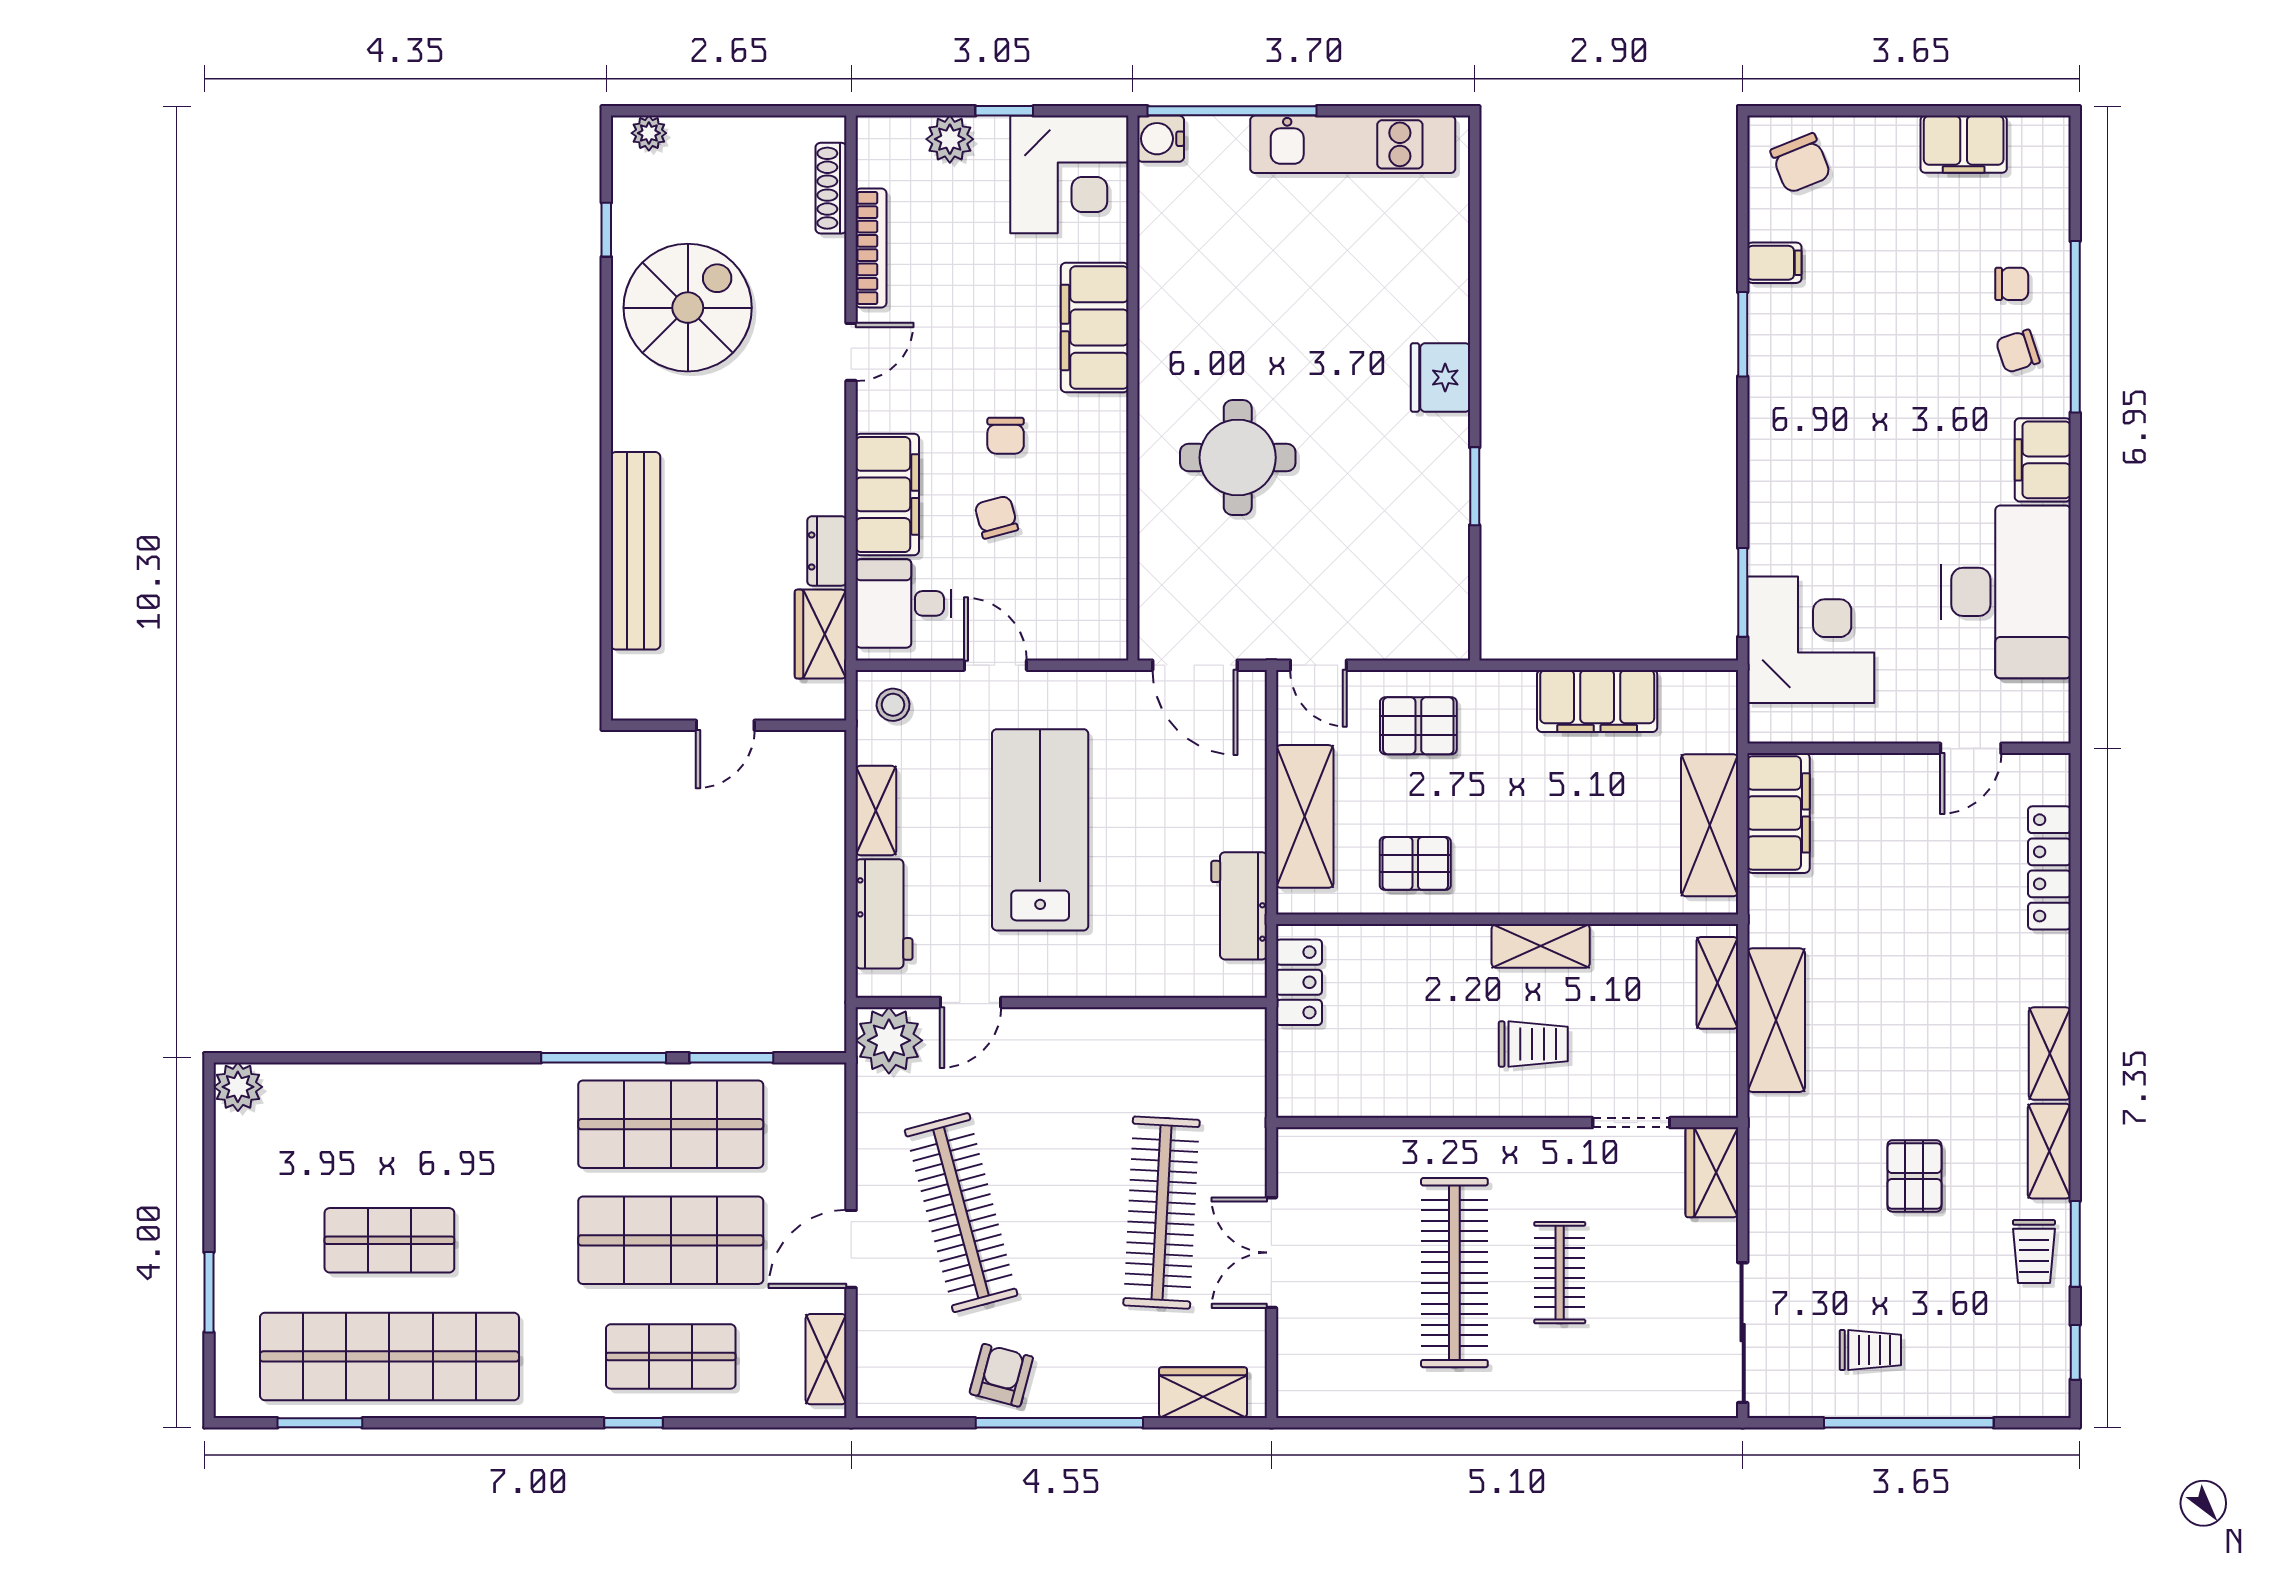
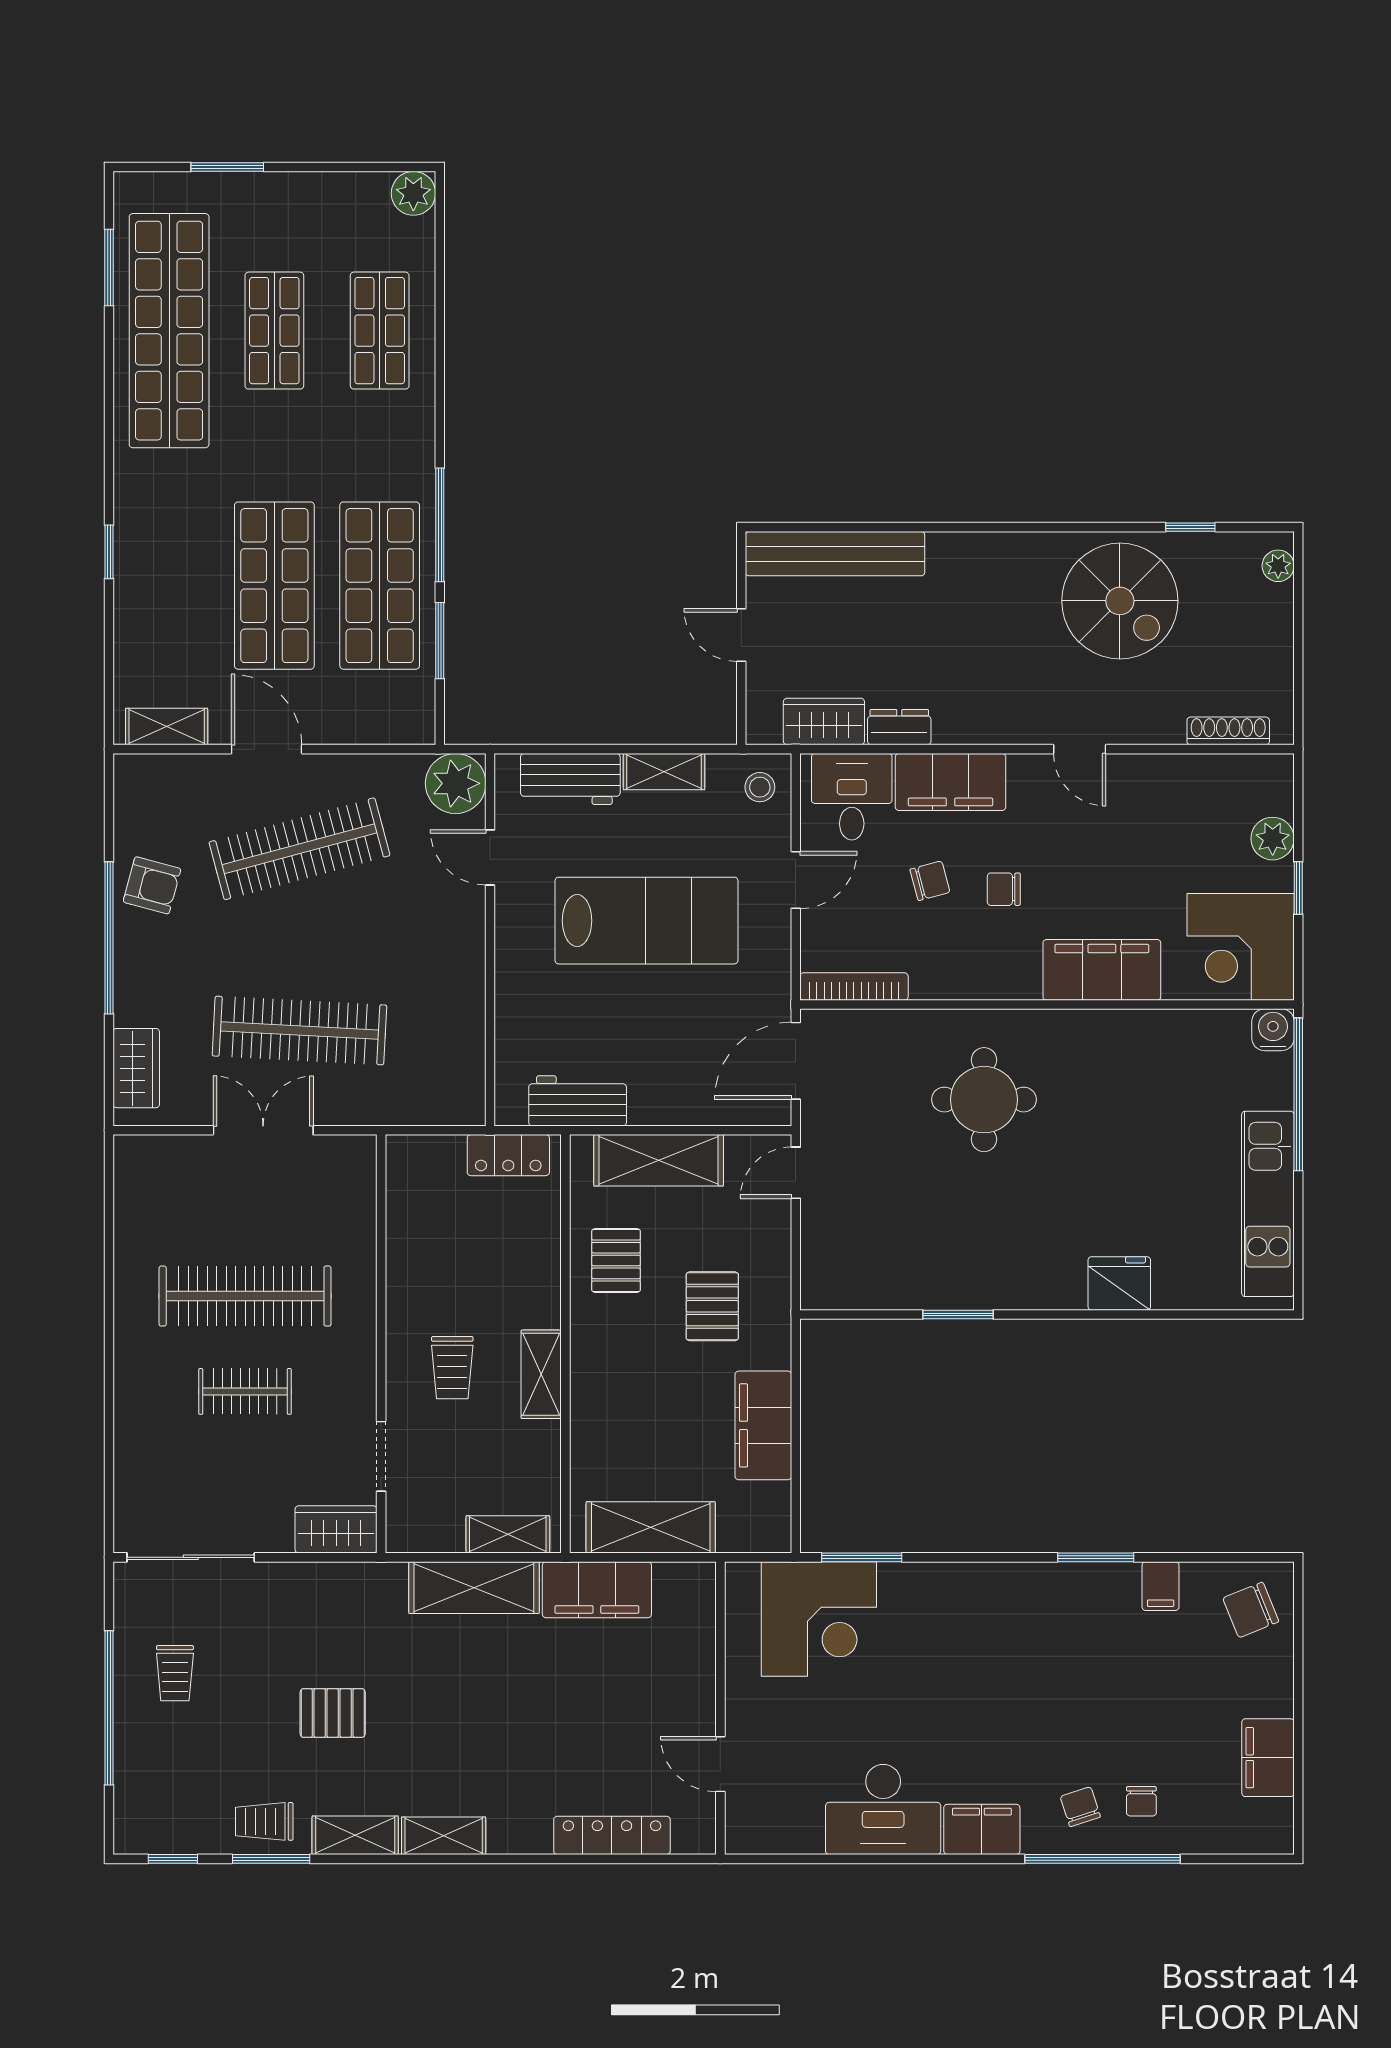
bookcase: (871, 248) -> (854, 987), moved, turned 180
fridge: (1440, 377) -> (1119, 1283), moved
bench: (635, 551) -> (835, 554), moved
desk: (2006, 592) -> (883, 1809), width x0.73, depth x0.77
pallet: (1418, 726) -> (712, 1306), moved
filing cabinet: (1778, 813) -> (597, 1590), moved
shop shelf: (671, 1356) -> (380, 331), moved

